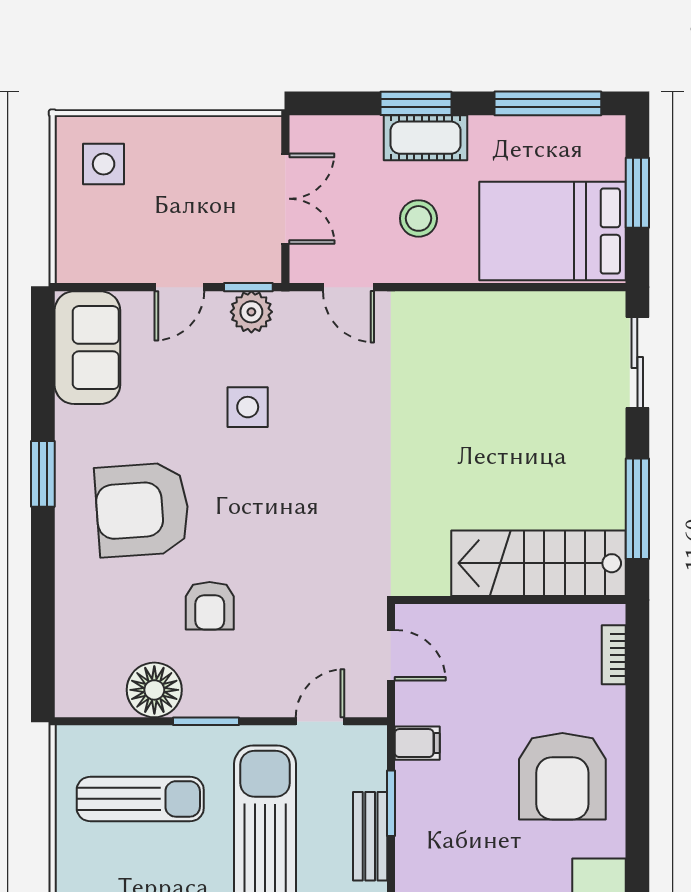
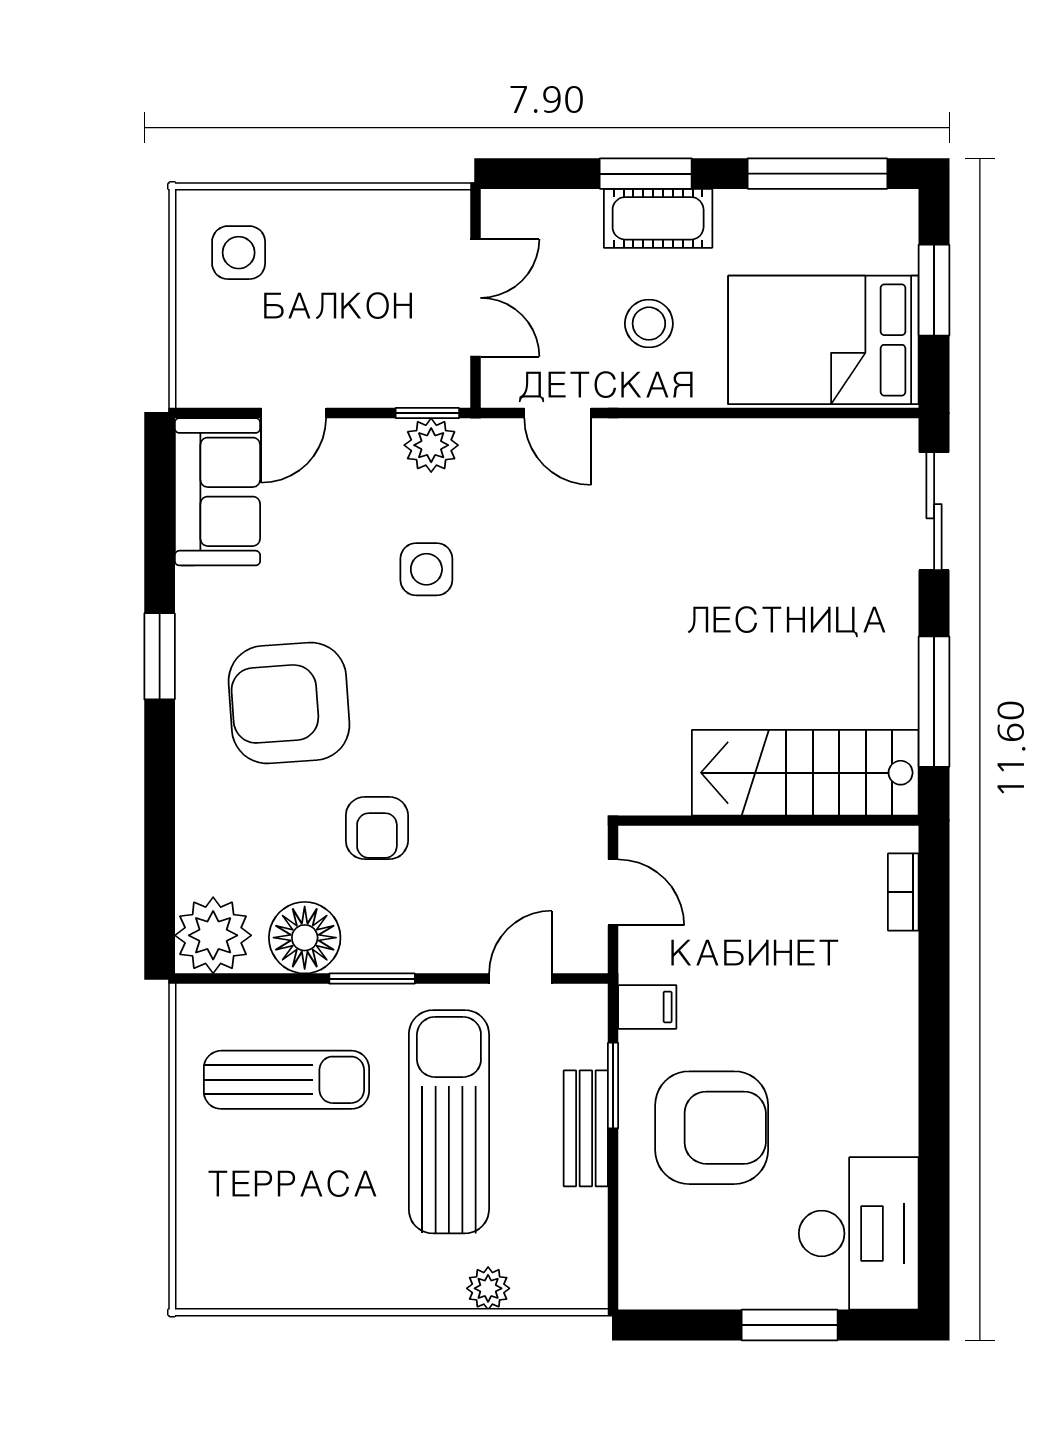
door: (179, 287) -> (294, 413), moved
plant: (84, 688) -> (213, 935), added
armchair: (562, 776) -> (712, 1128), moved, turned -90

